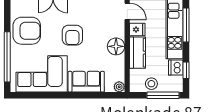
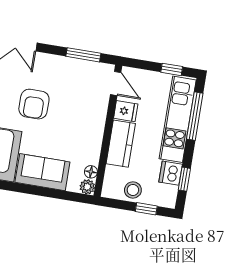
floor lamp: (116, 46) -> (91, 172), moved, width x0.53, depth x0.53
window: (163, 95) -> (146, 209), width x0.46

